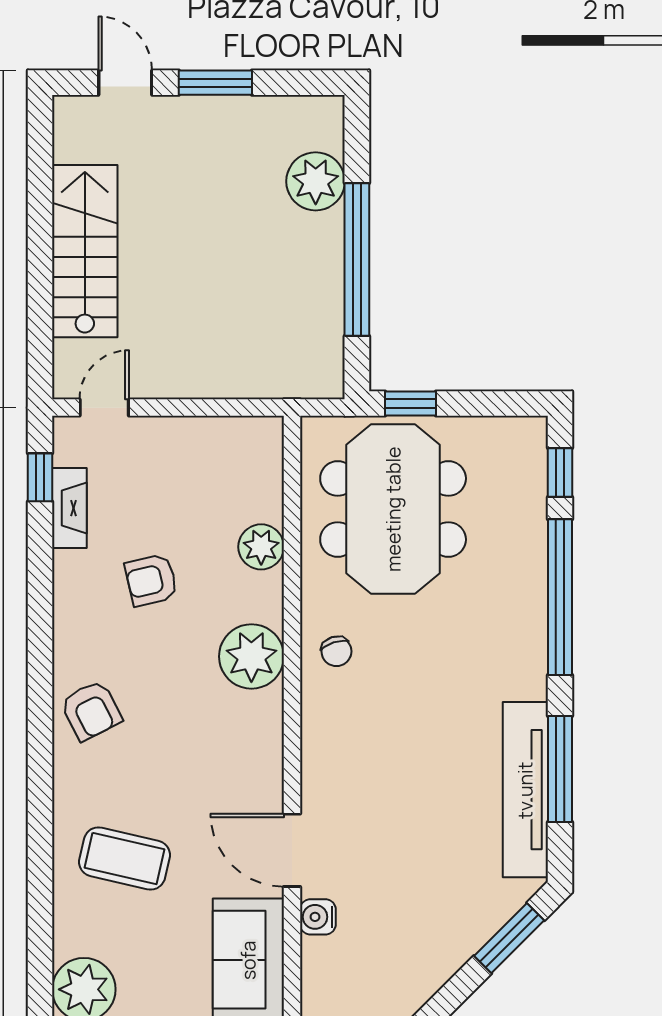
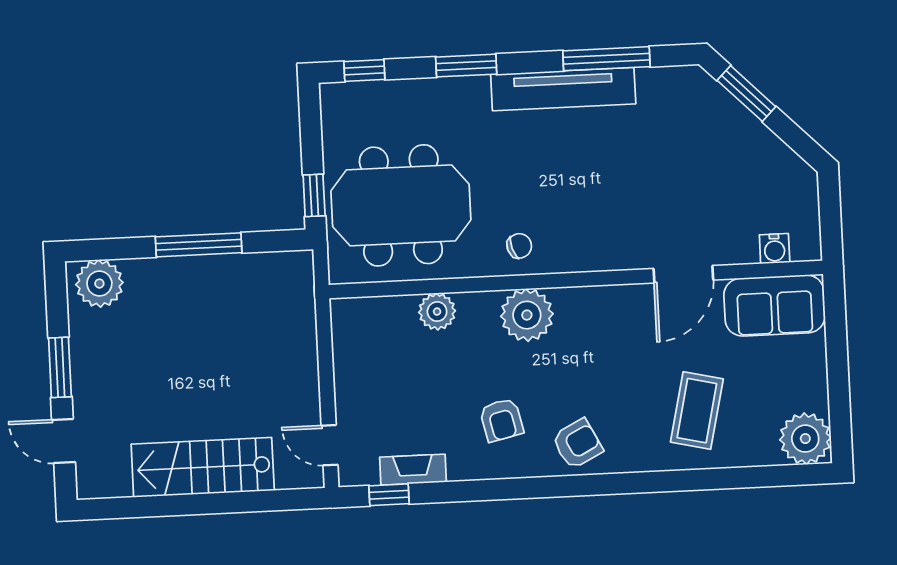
door: (125, 83) -> (64, 441), hinge flipped
plant: (316, 181) -> (99, 284), moved
window: (357, 259) -> (199, 245), width x0.68
armchair: (151, 580) -> (501, 420), moved
window: (560, 597) -> (466, 66), width x0.47
tv unit: (525, 790) -> (563, 89), moved
water cooler: (318, 917) -> (775, 249), moved

